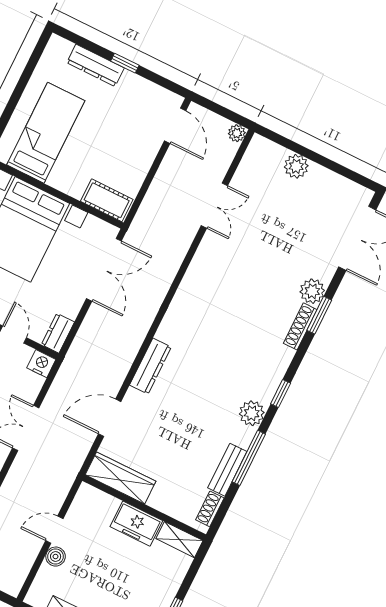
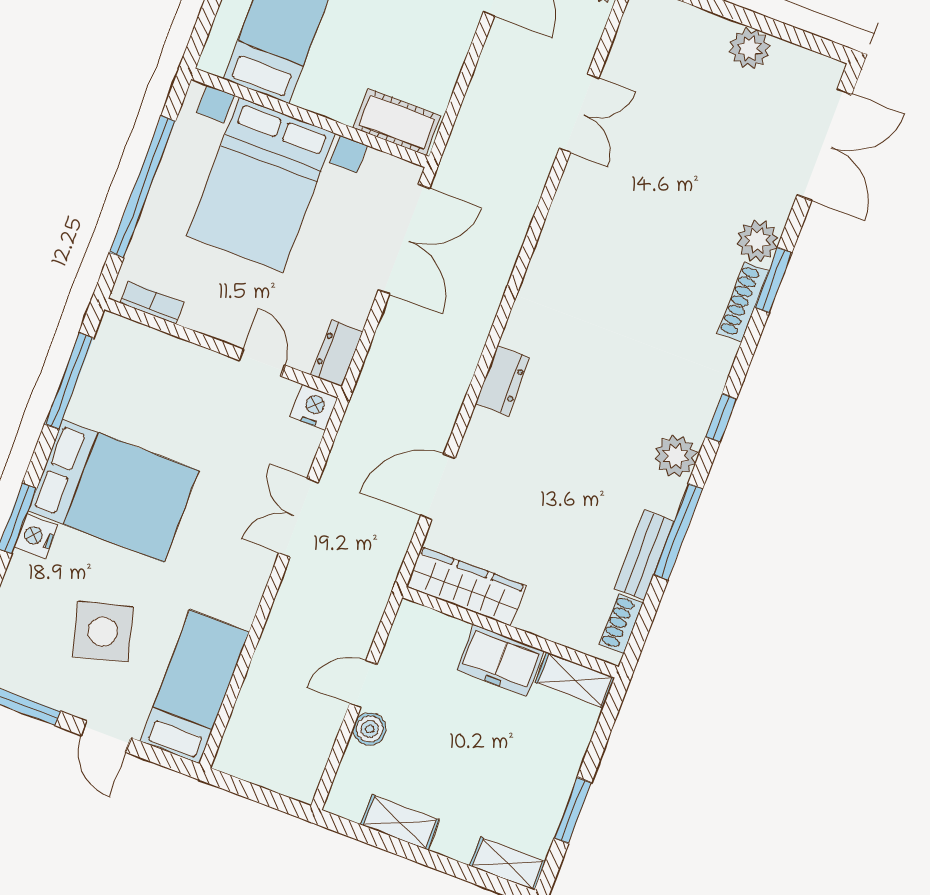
plant: (296, 166) -> (750, 49), moved
dresser: (150, 366) -> (503, 381), width x0.70

